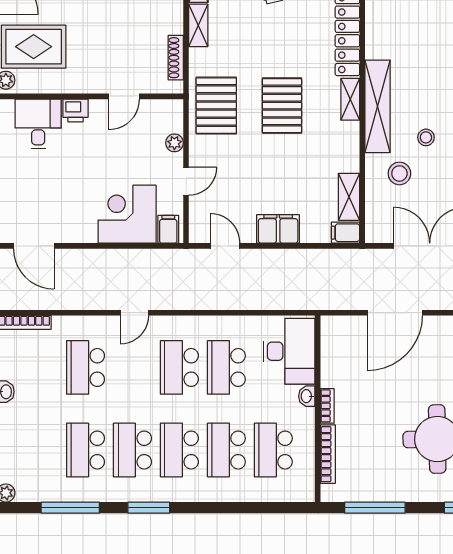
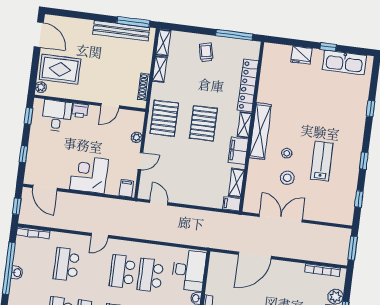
stool: (399, 173) -> (287, 178), moved
corner desk: (127, 214) -> (89, 174), moved
filing cabinet: (278, 229) -> (238, 151), moved, turned -90

